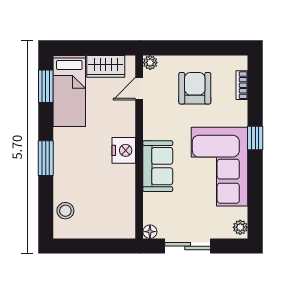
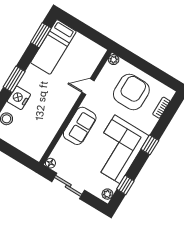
wardrobe: (106, 66) -> (85, 45), removed
armchair: (195, 88) -> (131, 92), width x1.36, depth x1.36
door: (139, 89) -> (88, 87), moved
nightstand: (124, 150) -> (19, 98), moved, turned 180
window: (255, 203) -> (125, 185), added

